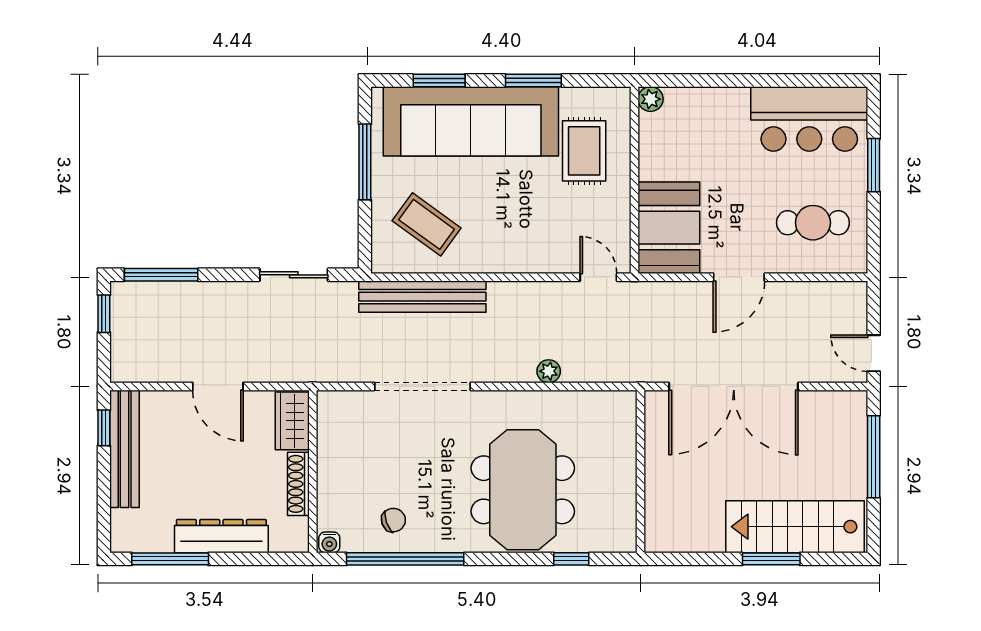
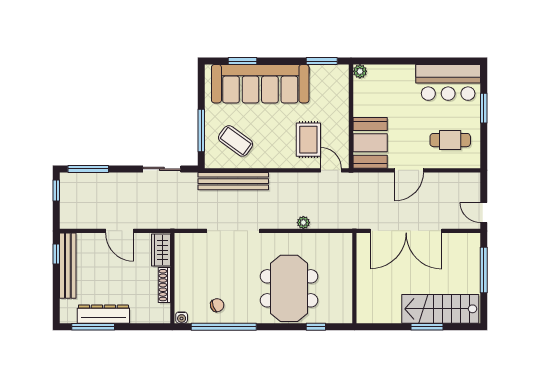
window: (533, 81) -> (322, 61), moved
rug: (584, 151) -> (308, 140), moved
window: (365, 162) -> (201, 130), moved
dresser: (221, 536) -> (103, 314), moved

